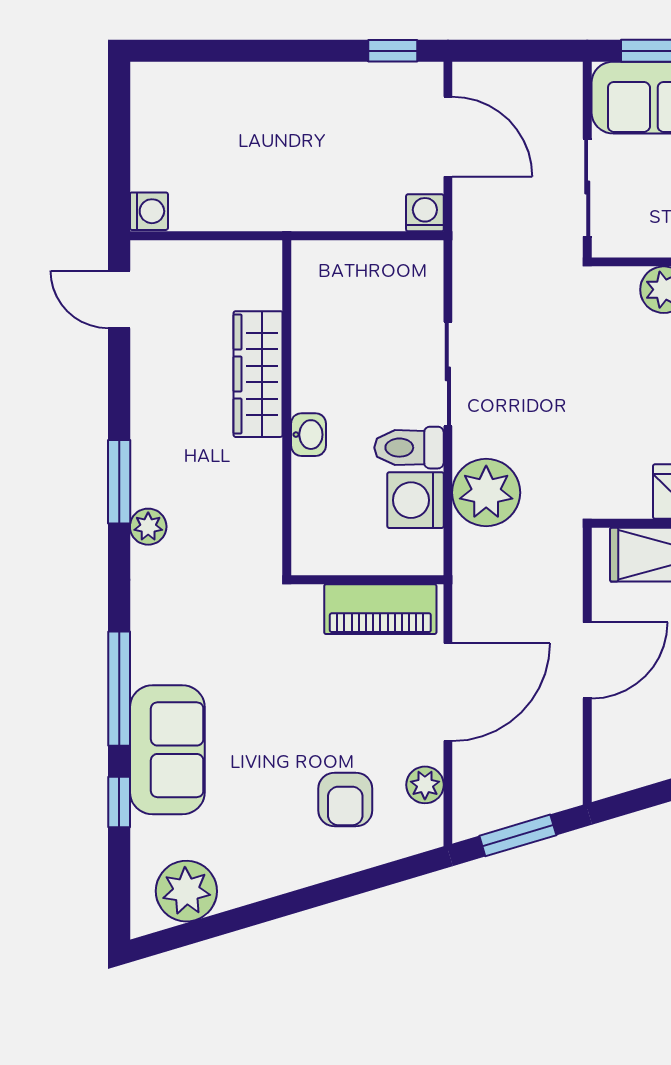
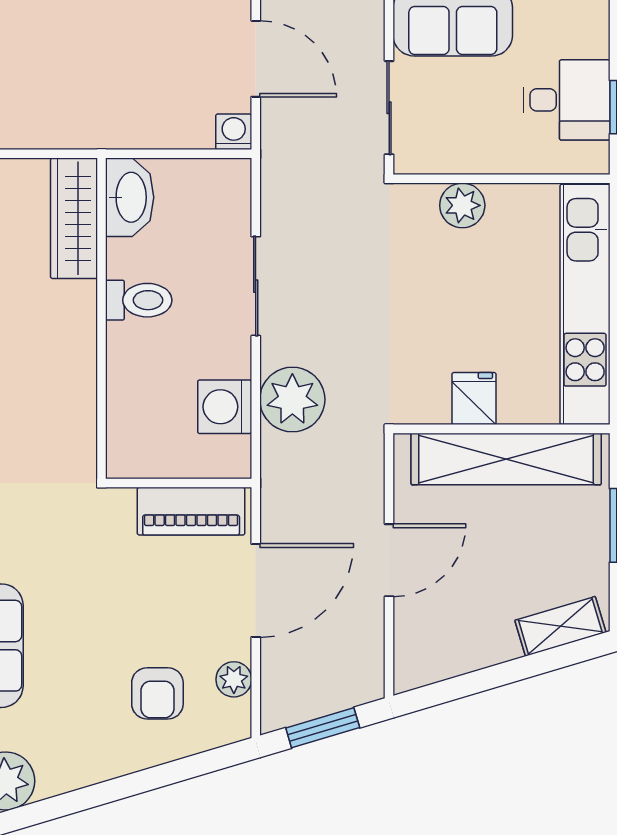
wardrobe: (258, 374) -> (74, 218), moved
washbasin: (308, 435) -> (130, 197), moved, width x1.91, depth x1.45
toilet: (409, 448) -> (139, 300), moved, turned 180

